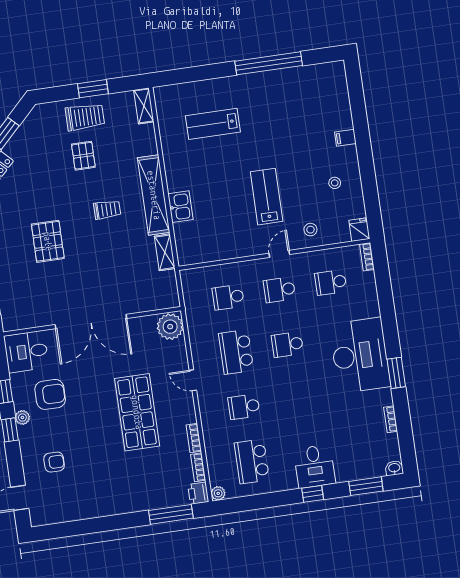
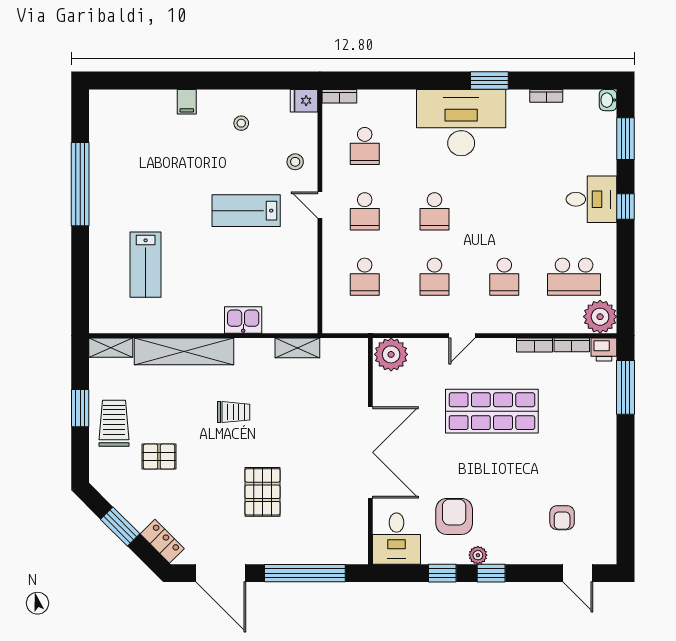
pallet: (83, 156) -> (159, 457), moved
shelving: (154, 195) -> (184, 351), moved
trolley: (107, 210) -> (234, 412), turned 90
pallet: (48, 241) -> (263, 492), turned 90
school desk: (236, 352) -> (434, 277), width x0.54
armchair: (54, 462) -> (562, 518), moved, turned 180
plant: (218, 493) -> (600, 317), width x1.87, depth x1.87

